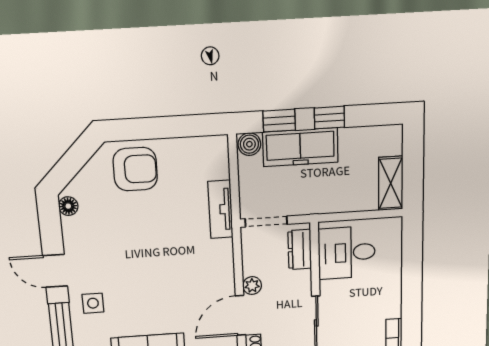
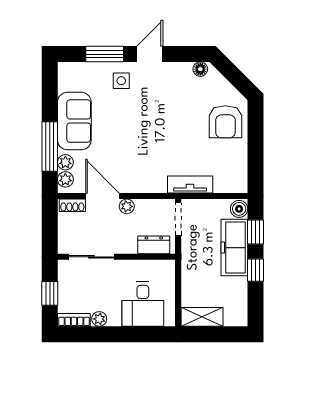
desk: (347, 253) -> (143, 304), moved, turned 180
plant: (393, 308) -> (99, 319), added

